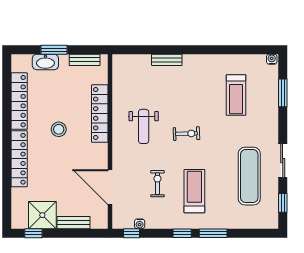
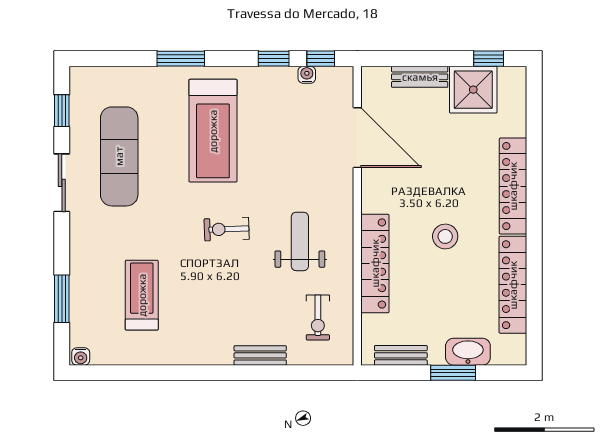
exercise bike: (157, 184) -> (318, 317), moved
treadmill: (194, 191) -> (213, 131), width x1.37, depth x1.38
window: (182, 233) -> (274, 59), moved

